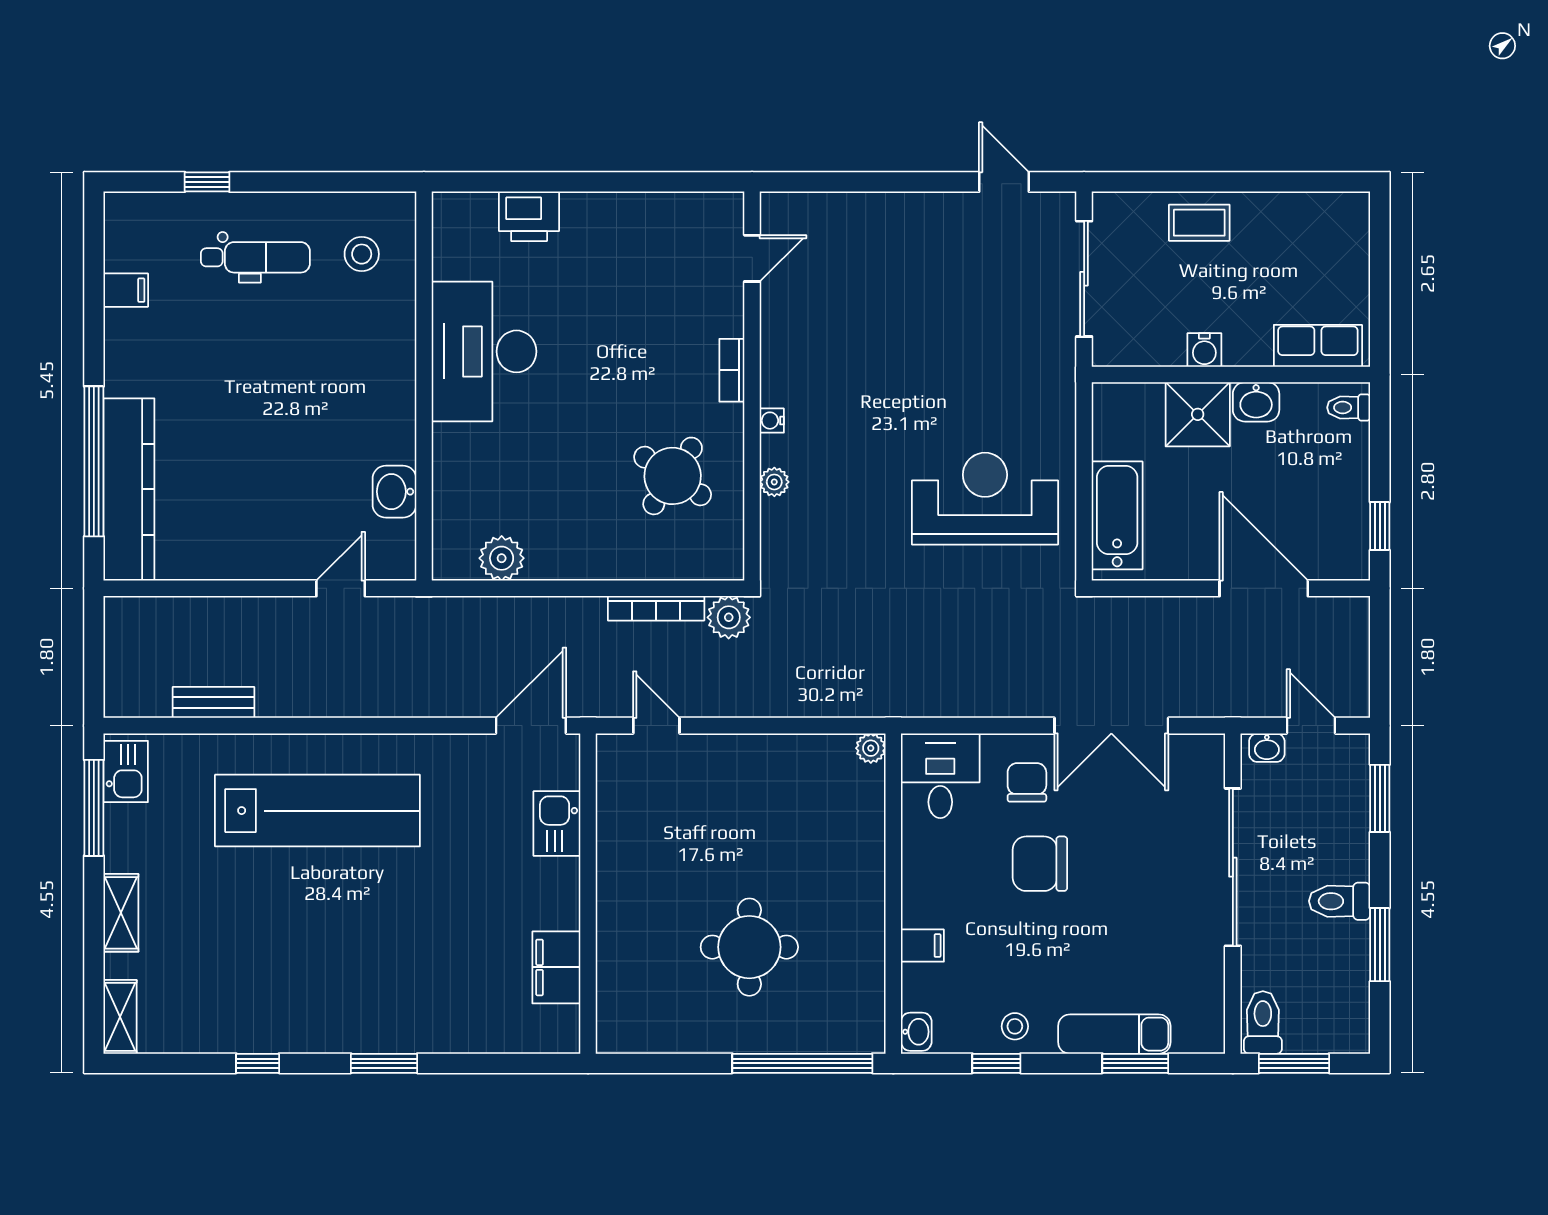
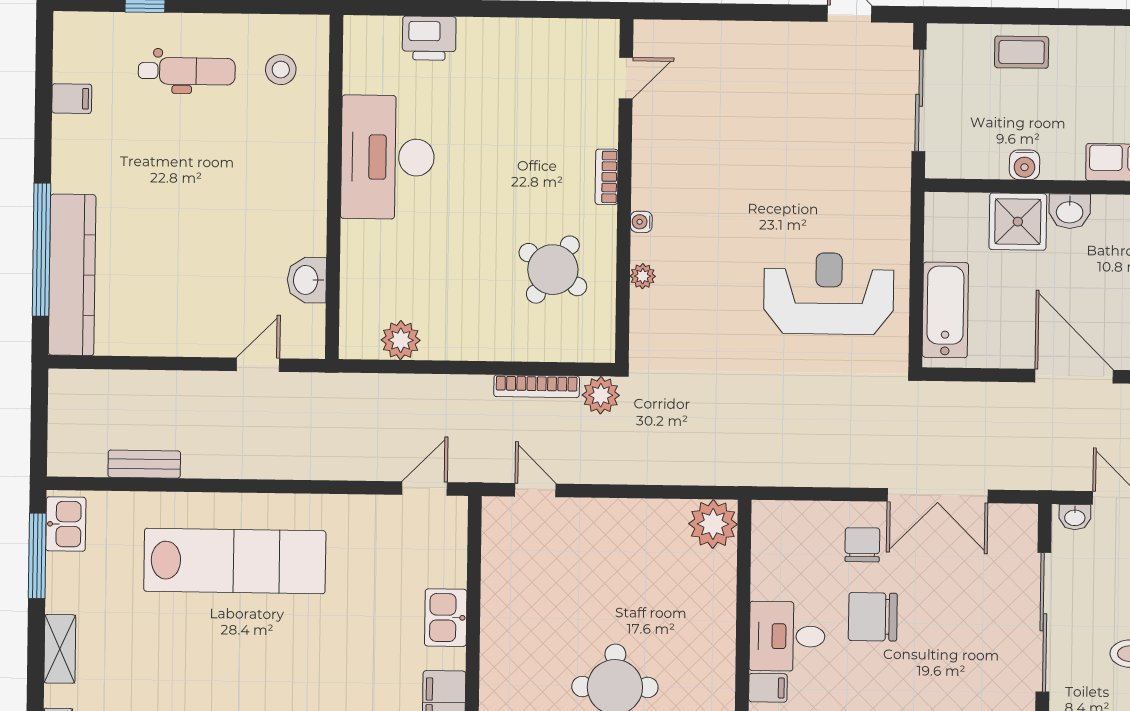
door: (531, 726) -> (425, 489), width x0.73
plant: (871, 748) -> (713, 524), width x1.88, depth x1.88
desk: (940, 776) -> (787, 636), moved, turned -90
kitchen sink: (557, 824) -> (446, 618), moved

